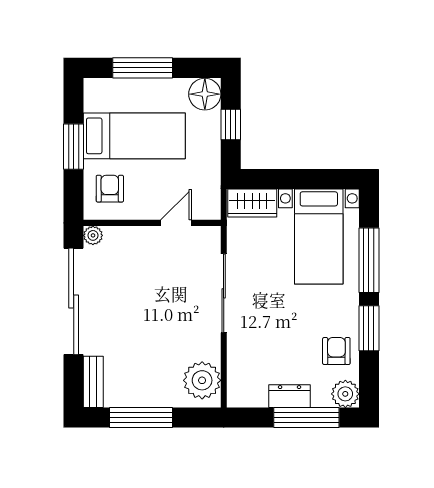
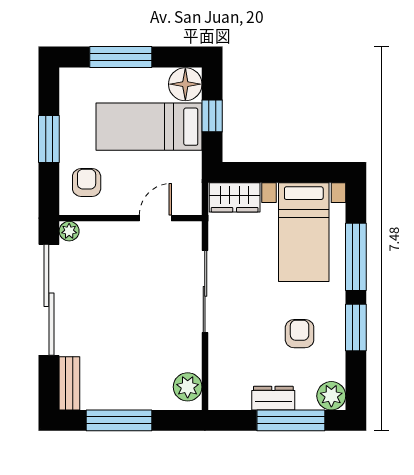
bed: (134, 136) -> (149, 127), moved, turned 180
armchair: (336, 351) -> (300, 334), moved
plant: (202, 380) -> (188, 387), width x0.73, depth x0.73

